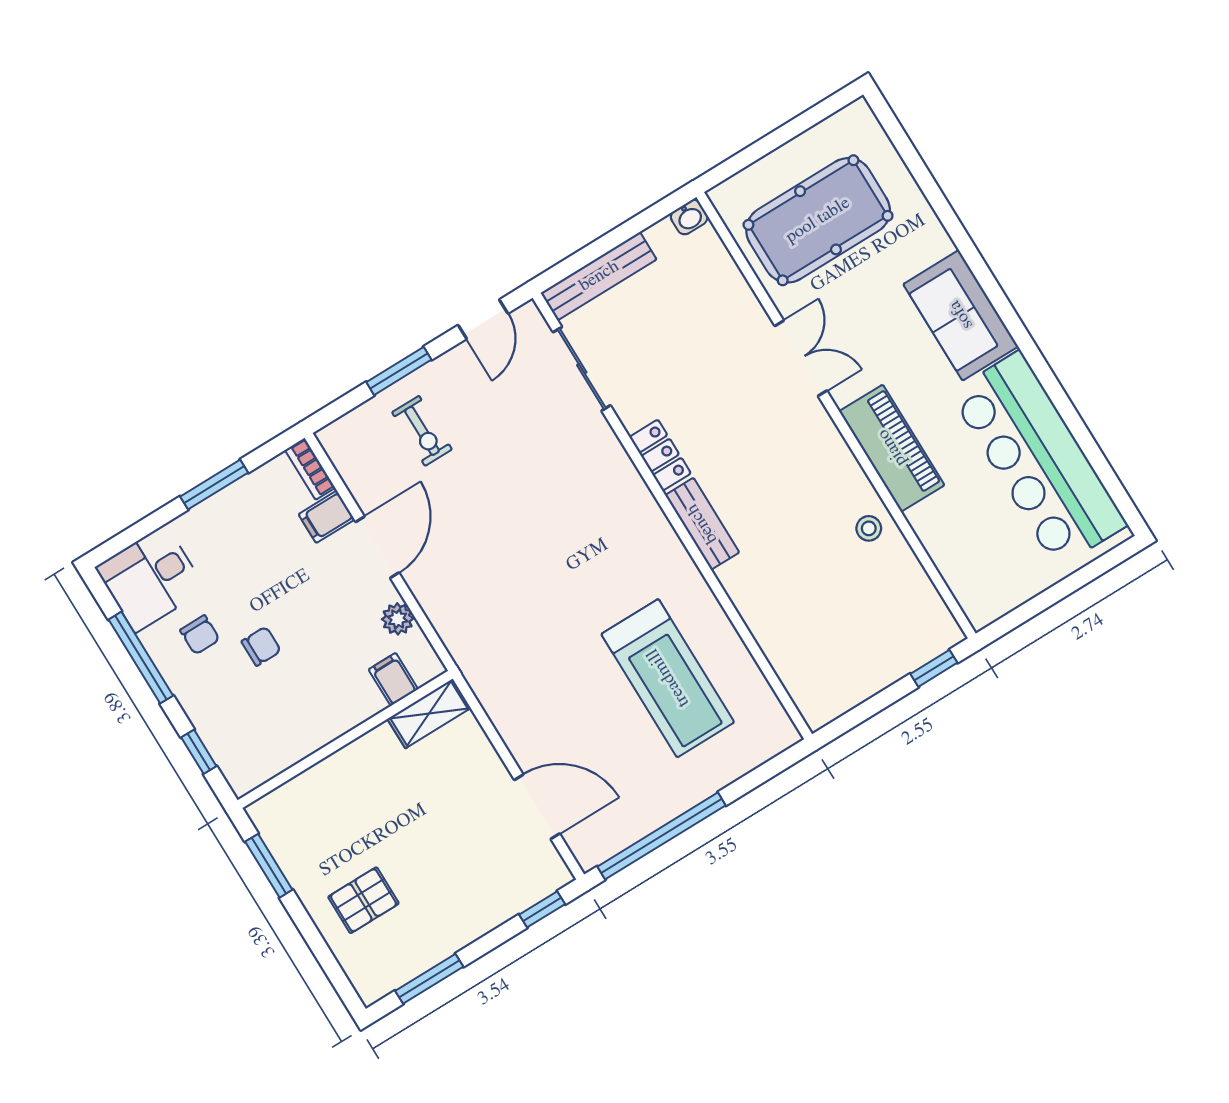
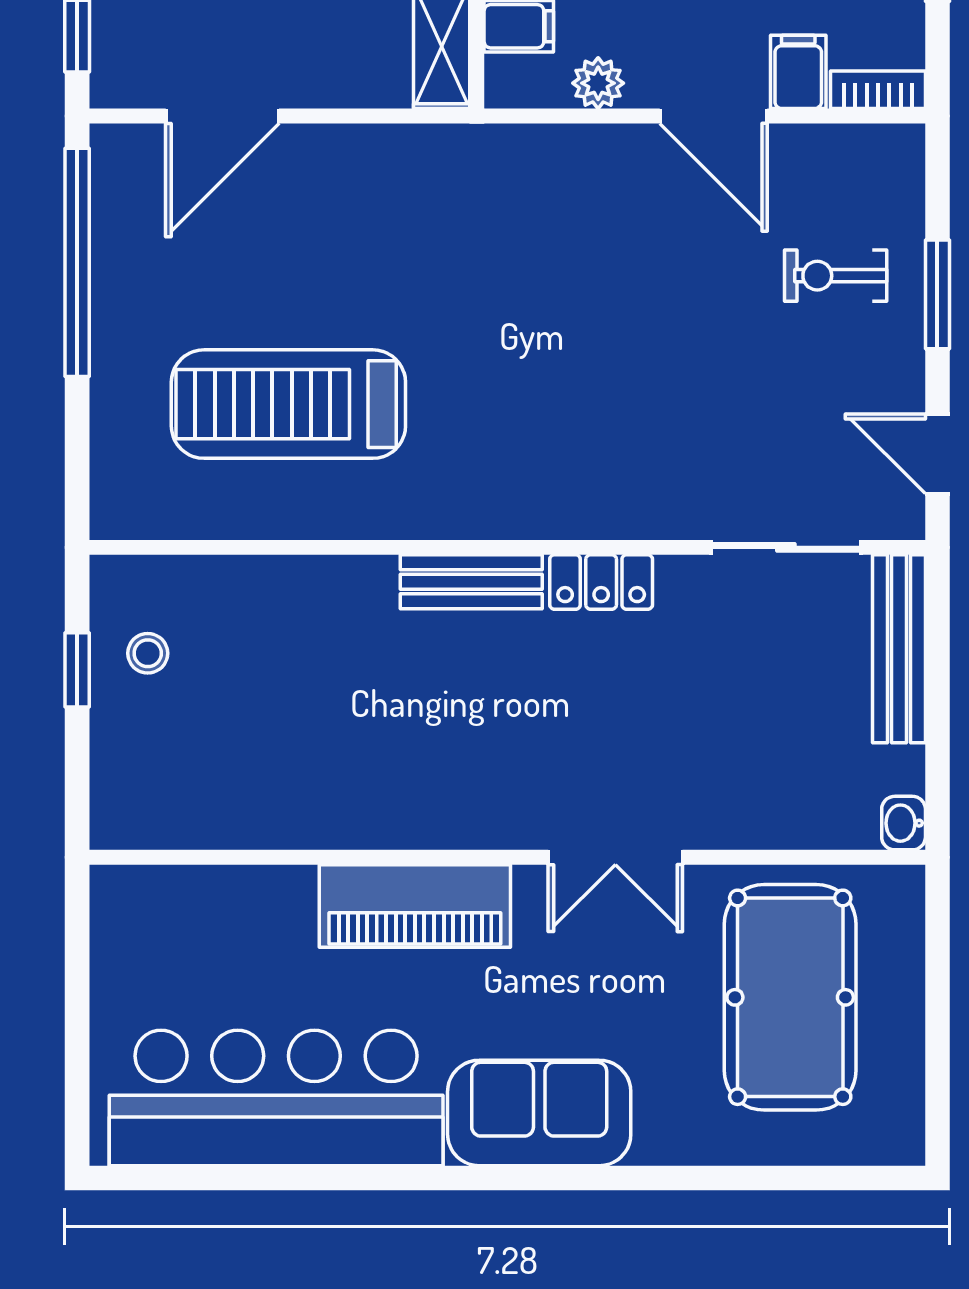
stool: (869, 528) -> (148, 653), moved
window: (934, 668) -> (77, 670), moved

